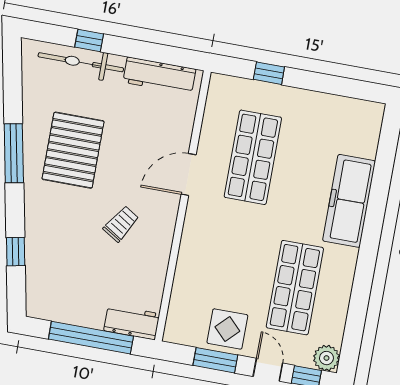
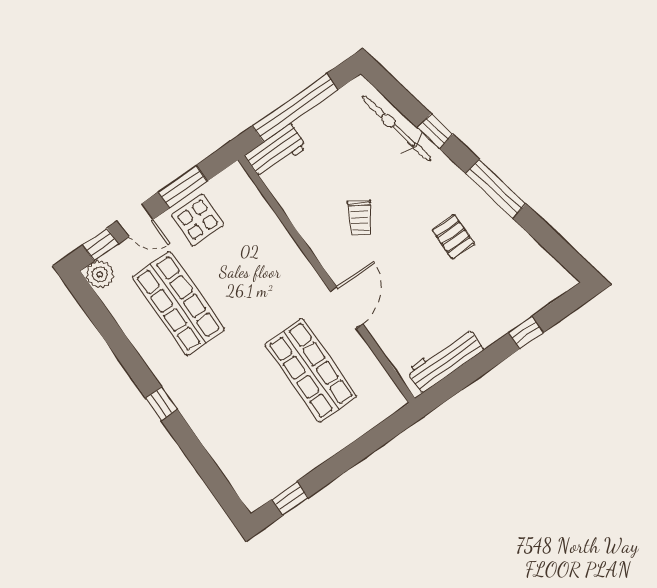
bicycle: (81, 62) -> (397, 128), moved, turned -101
window: (269, 73) -> (290, 498), moved
pallet: (73, 150) -> (453, 237), width x0.49, depth x0.50
freezer: (349, 201) -> (204, 411), removed
window: (371, 234) -> (161, 404), added
window: (16, 252) -> (435, 131), moved

